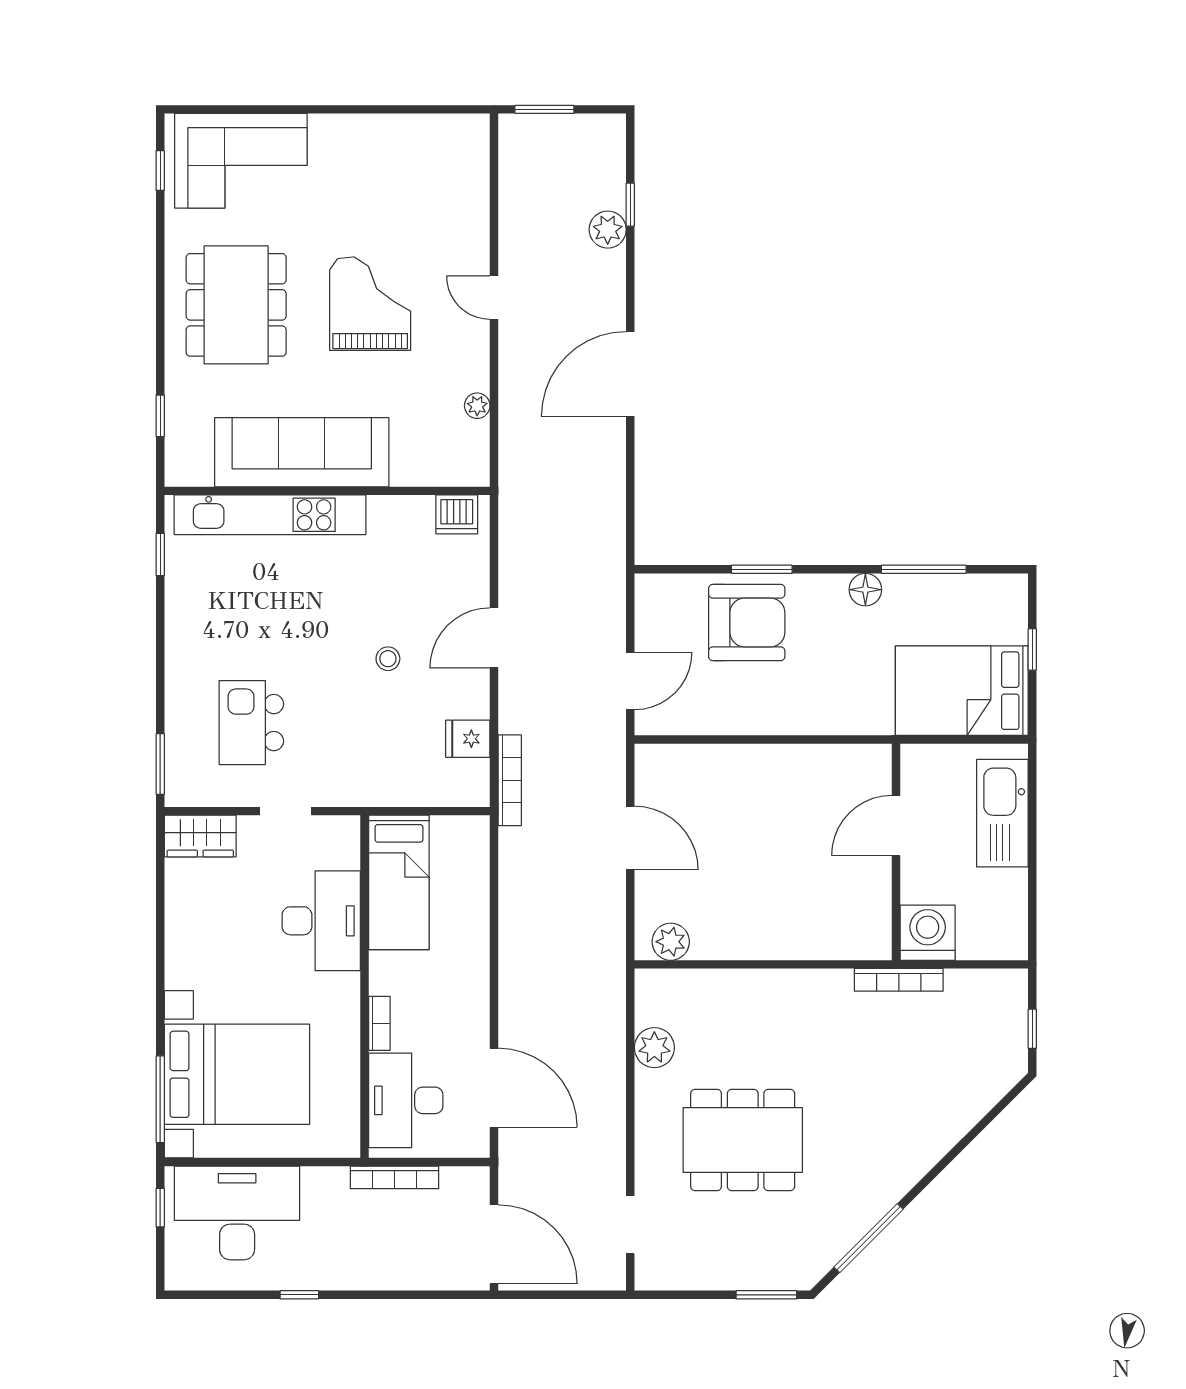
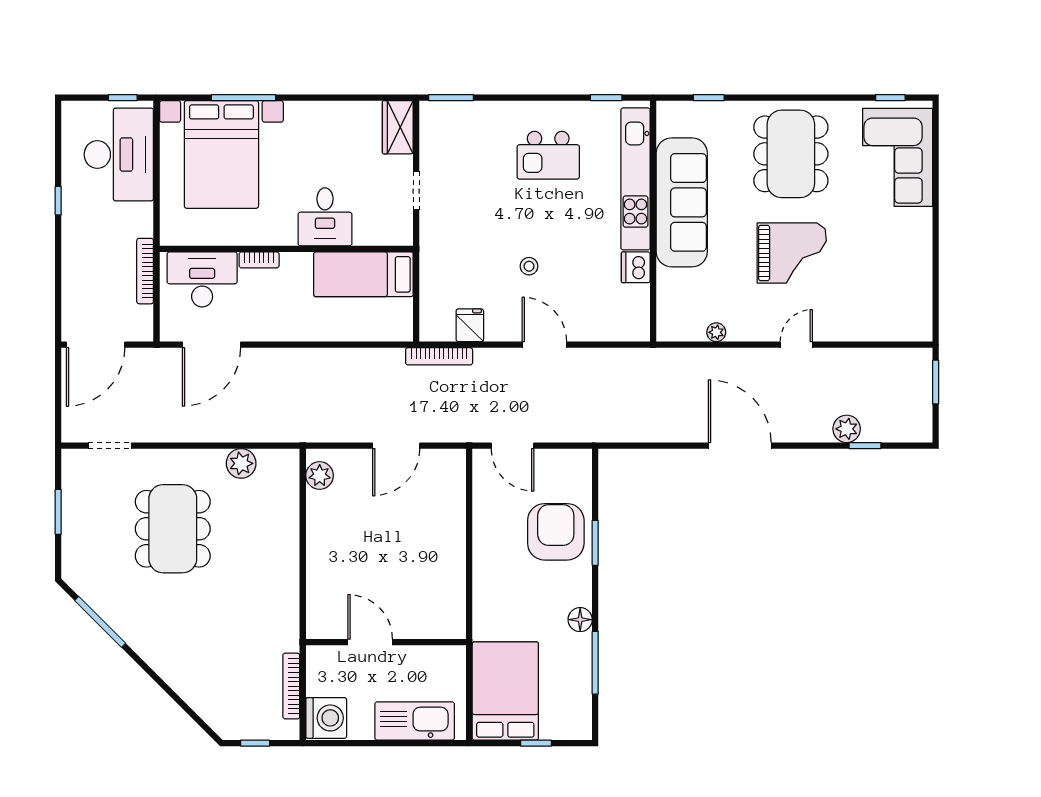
dining table: (236, 305) -> (791, 154), turned 90
dishwasher: (457, 514) -> (636, 267), moved
armchair: (747, 622) -> (556, 532), turned 180
kitchen island: (251, 723) -> (548, 155), moved, turned 180
door: (896, 825) -> (370, 642), moved
desk: (321, 921) -> (325, 217), width x0.73
washing machine: (928, 933) -> (326, 718), moved
bookcase: (899, 980) -> (291, 686), moved
window: (160, 1099) -> (244, 98), moved
window: (766, 1295) -> (58, 512), moved

